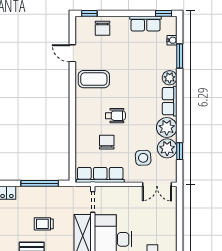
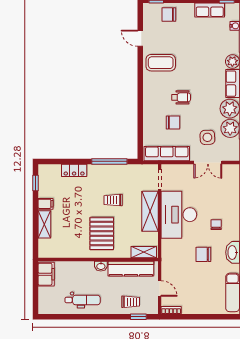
chair: (102, 28) -> (169, 15), turned 90
chair: (107, 142) -> (173, 123), turned 90
double door: (157, 184) -> (208, 163), moved

